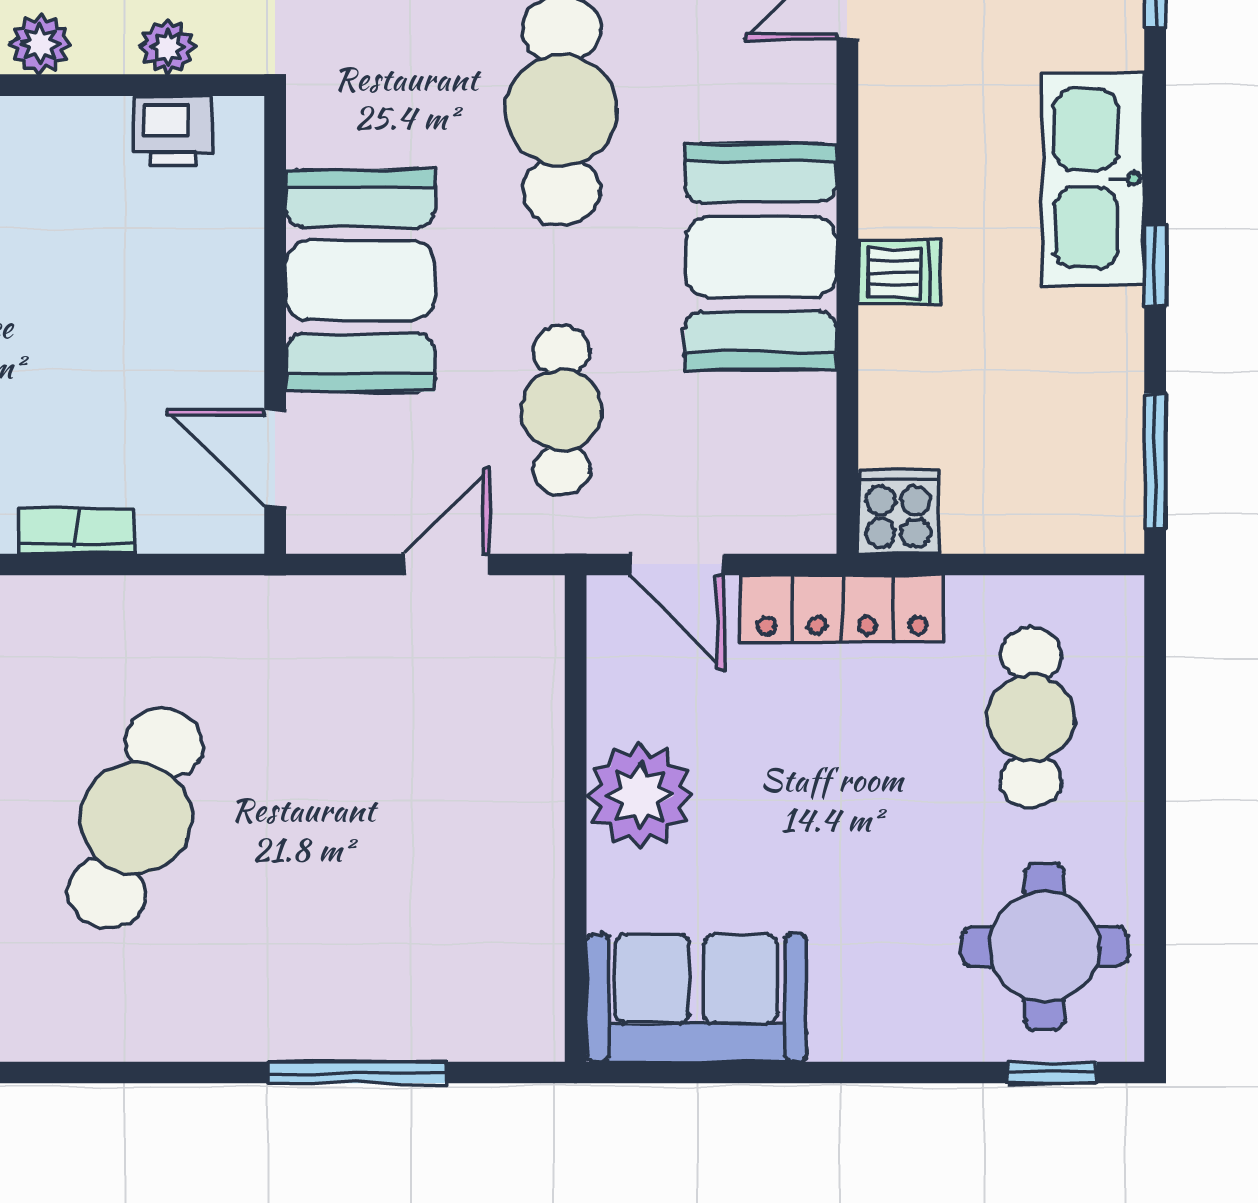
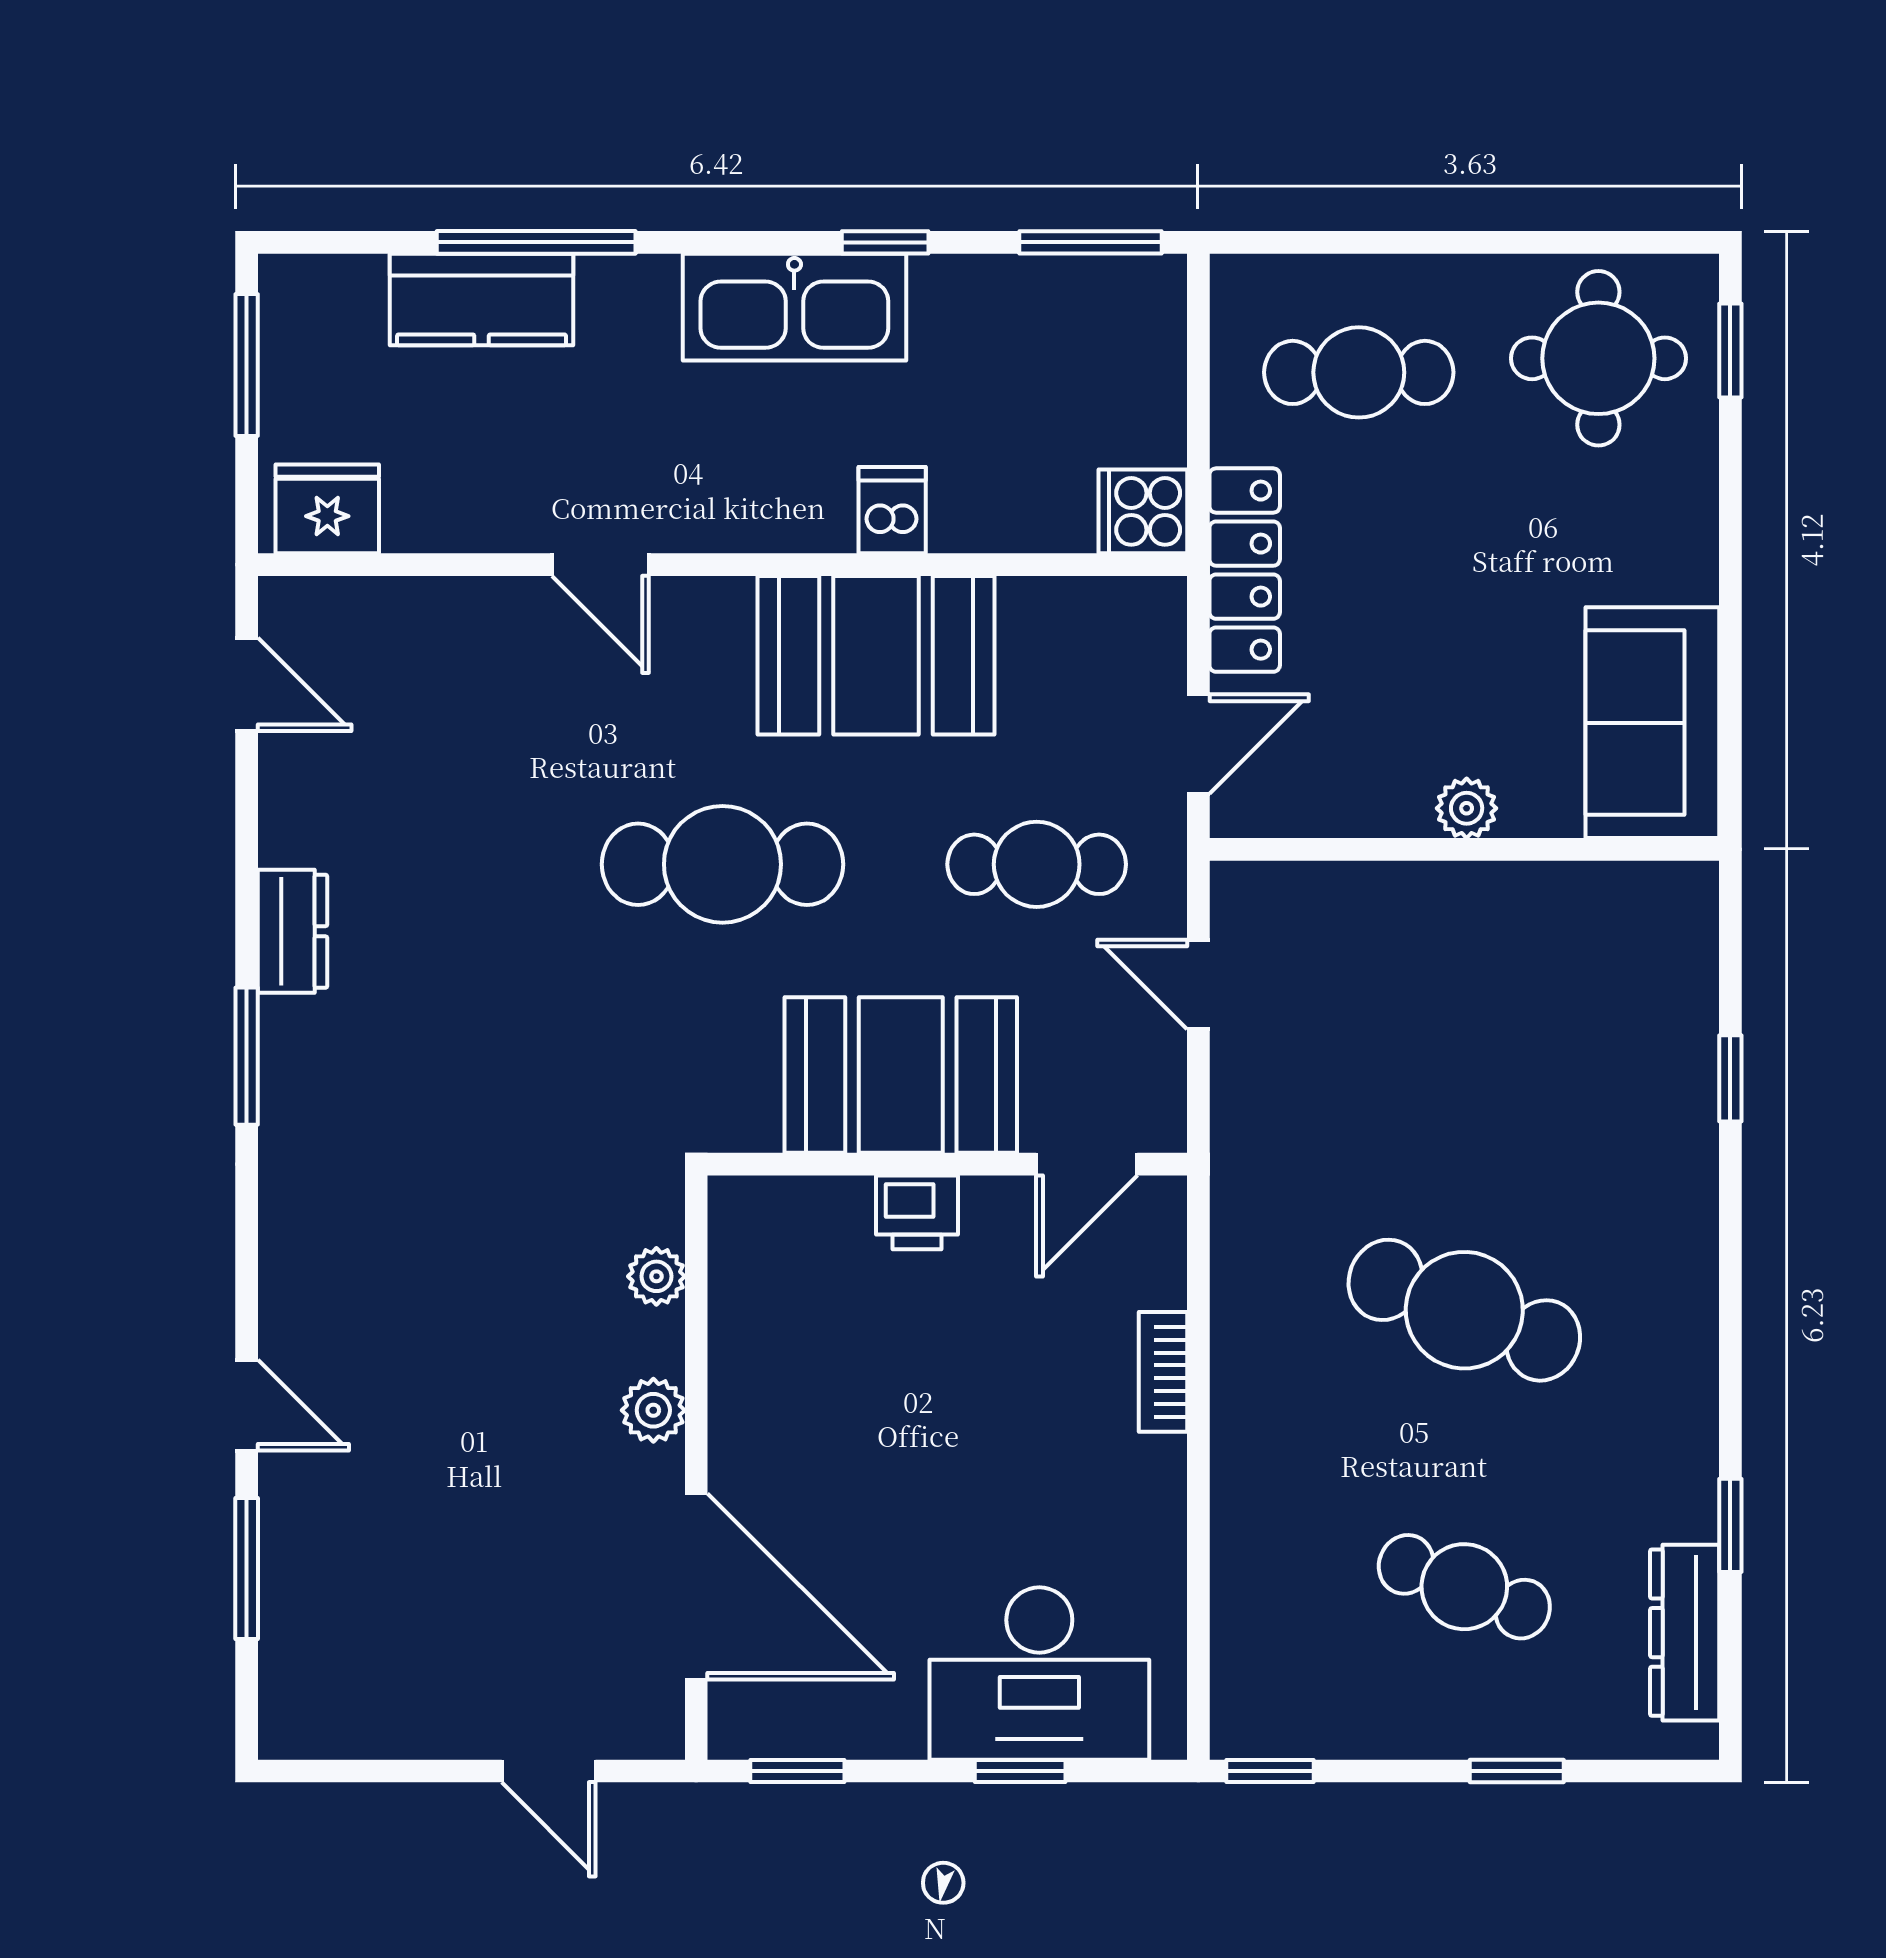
printer: (173, 131) -> (917, 1212), moved, turned 90
plant: (640, 796) -> (1467, 808), width x0.53, depth x0.53
window: (357, 1072) -> (1730, 1078), width x0.46

